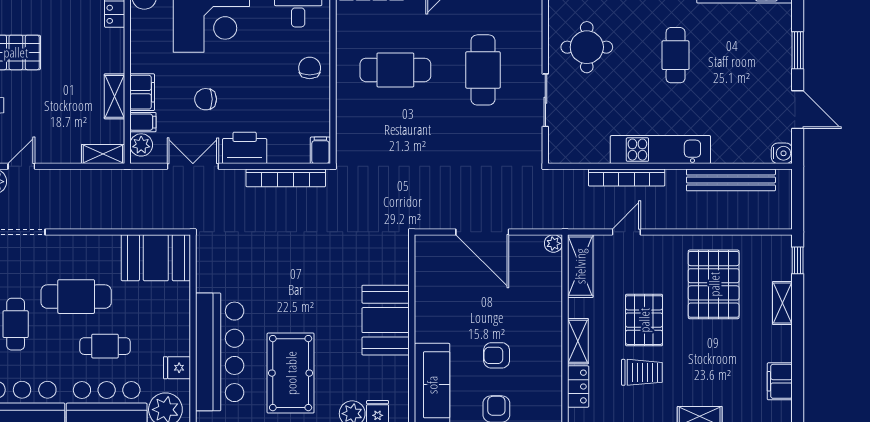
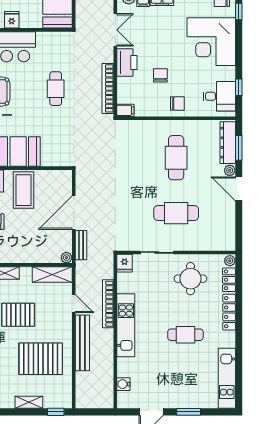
chair: (206, 99) -> (160, 75), moved
fridge: (562, 152) -> (124, 263), added
water cooler: (782, 153) -> (123, 384), moved, turned 90
bench: (731, 180) -> (82, 343), moved
bench: (534, 220) -> (81, 245), added
cafe table: (286, 261) -> (56, 89), added
coffee table: (447, 312) -> (23, 190), added
fridge: (177, 330) -> (12, 20), added

